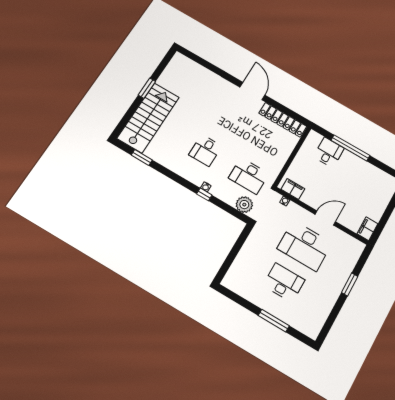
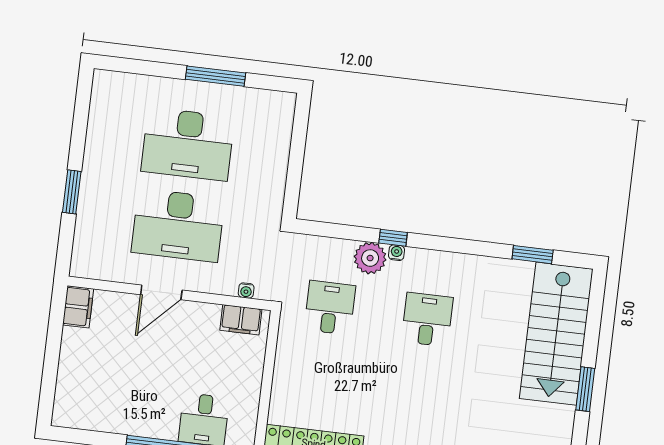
desk: (249, 176) -> (330, 308), width x0.73
plant: (244, 205) -> (370, 258), moved
desk: (305, 246) -> (178, 225), turned 180
desk: (284, 283) -> (188, 144), width x1.36, depth x1.30
window: (274, 321) -> (216, 76), moved

